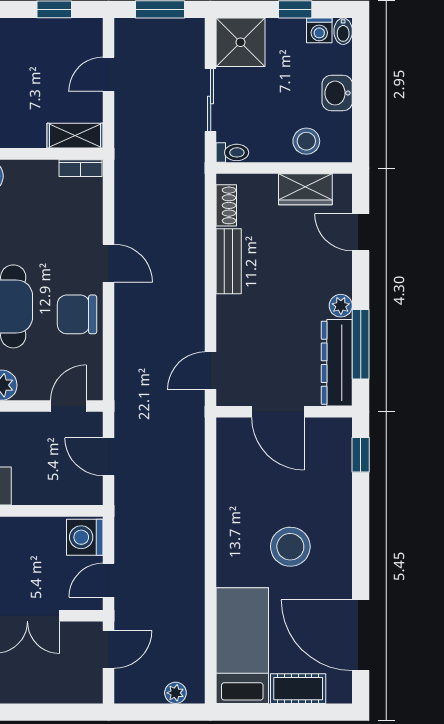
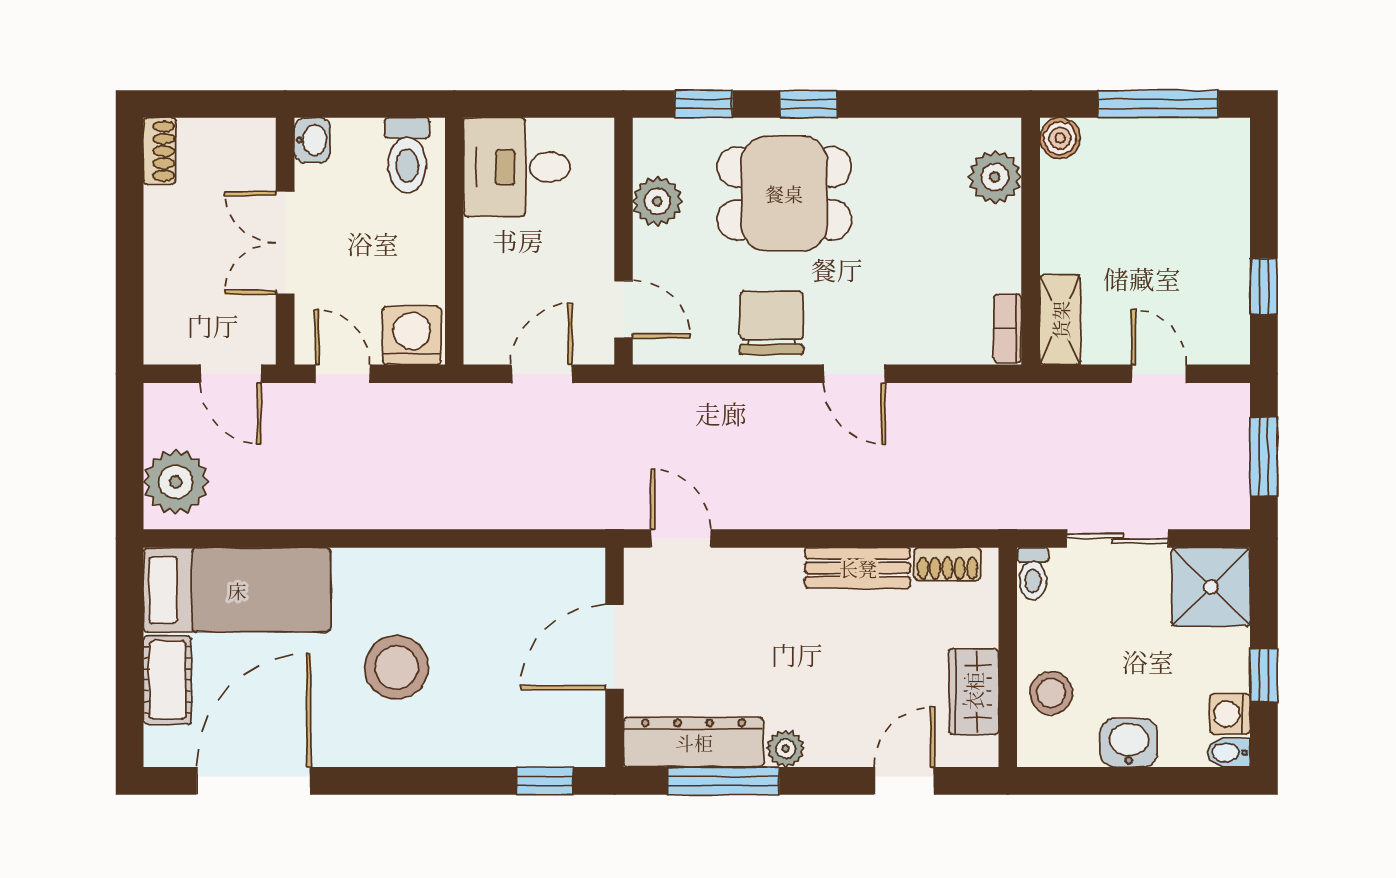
door: (109, 263) -> (854, 374), hinge flipped
plant: (175, 693) -> (176, 482), width x1.87, depth x1.87

